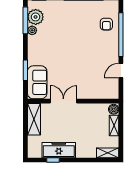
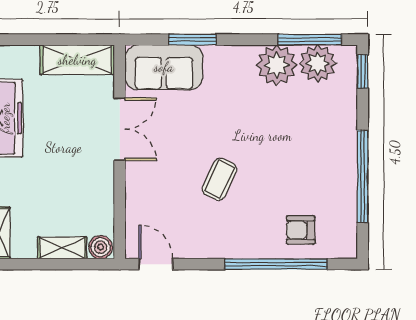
plant: (32, 30) -> (277, 65), width x1.88, depth x1.88
coffee table: (85, 59) -> (219, 179), added
door: (121, 71) -> (156, 264), moved

